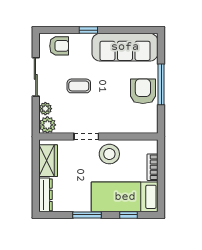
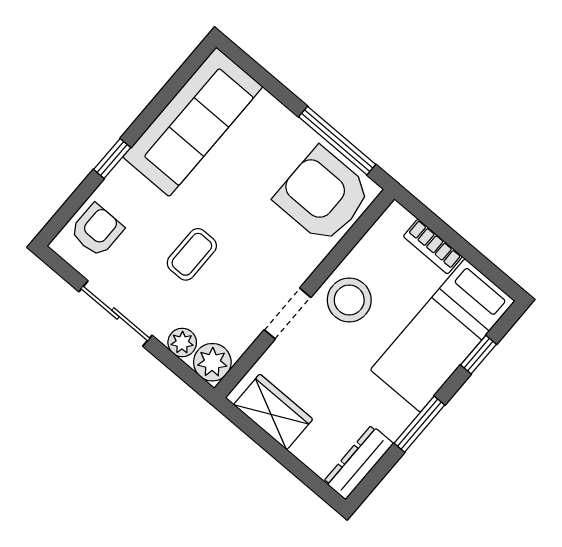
window: (161, 84) -> (337, 141), moved
armchair: (143, 91) -> (323, 195), moved, width x1.36, depth x1.36
dresser: (45, 195) -> (359, 462), moved, turned -90

